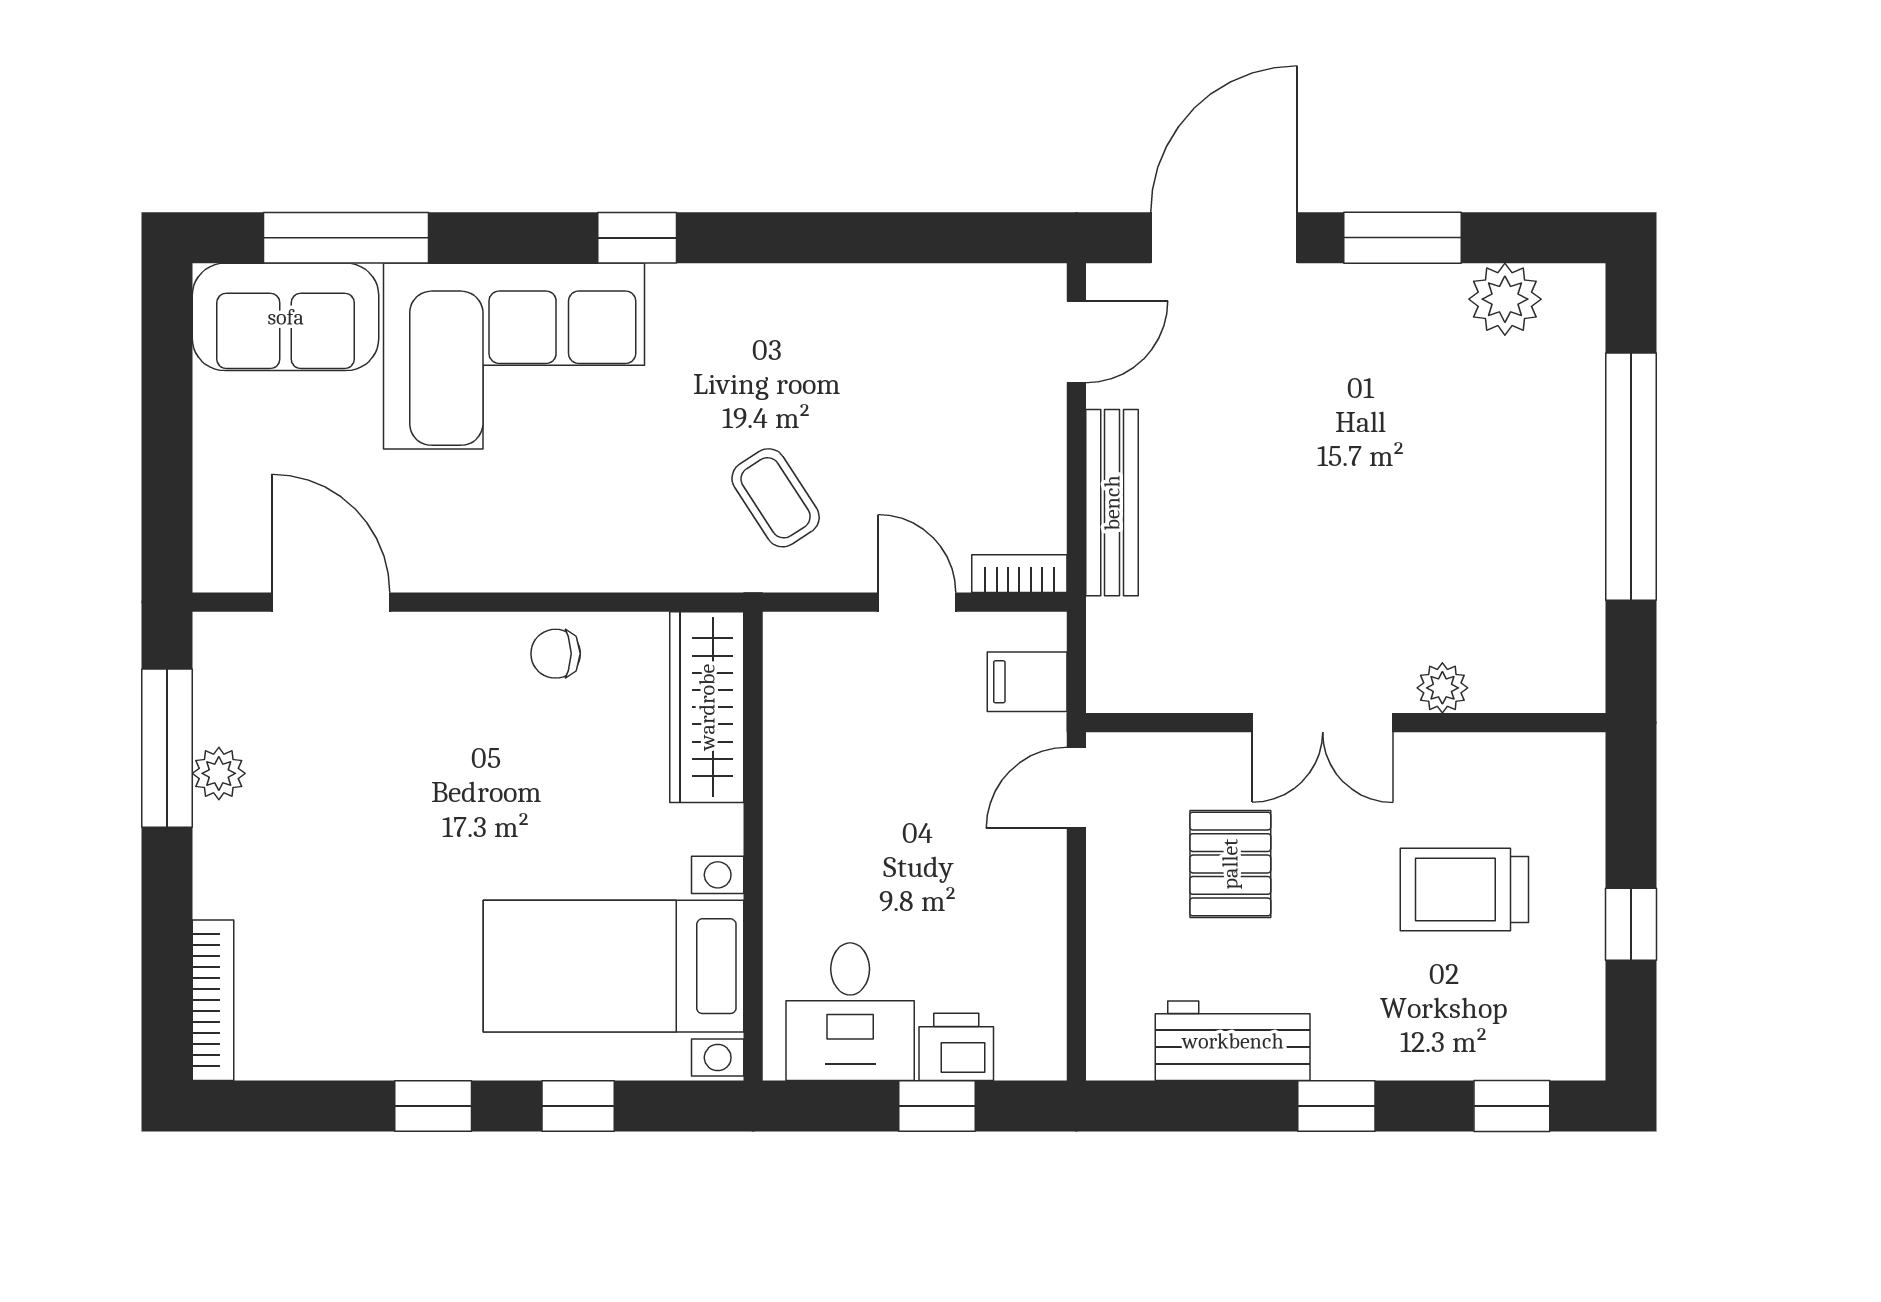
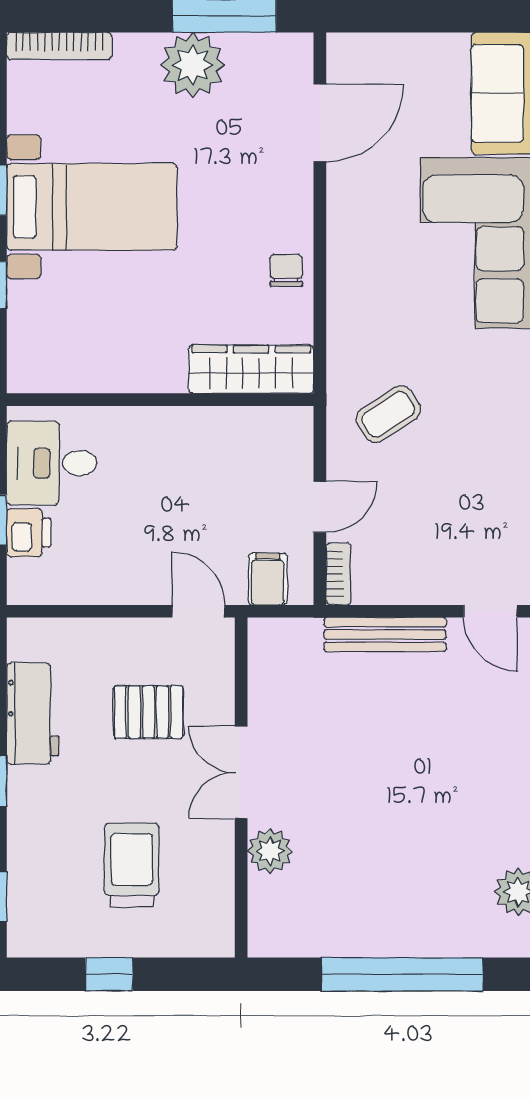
plant: (1442, 688) -> (270, 851), width x1.38, depth x1.38
plant: (219, 773) -> (193, 65), width x1.87, depth x1.87
bed with nightstands: (614, 966) -> (92, 207), moved, turned 90

